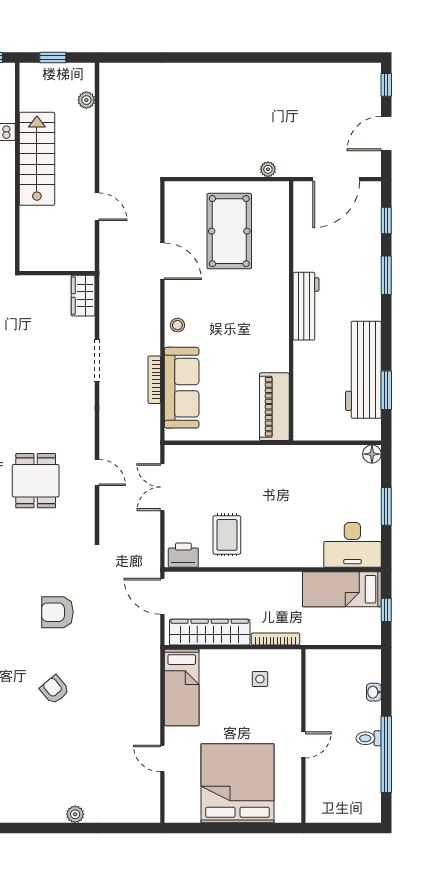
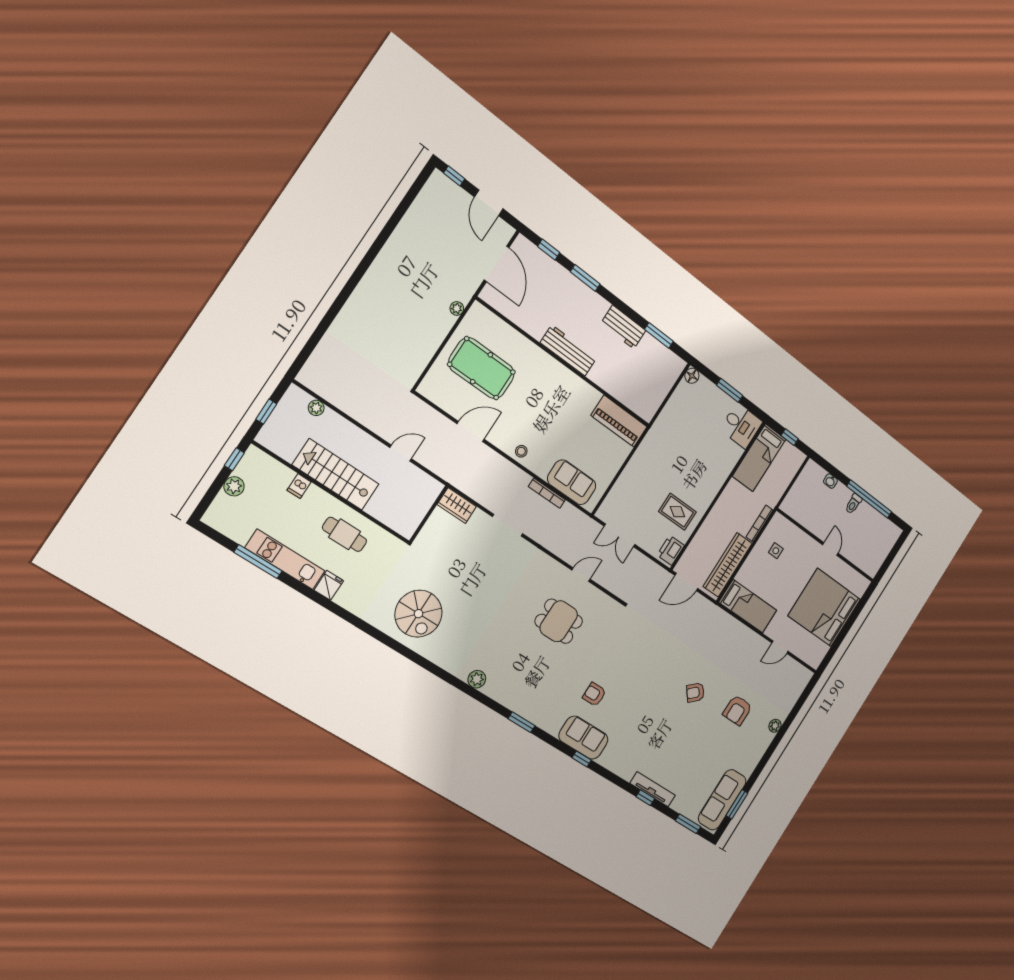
workbench: (363, 370) -> (623, 327), width x0.53, depth x0.76
sofa: (182, 388) -> (572, 482), width x0.73
desk: (352, 545) -> (741, 426), width x0.73
armchair: (57, 612) -> (737, 710), moved

